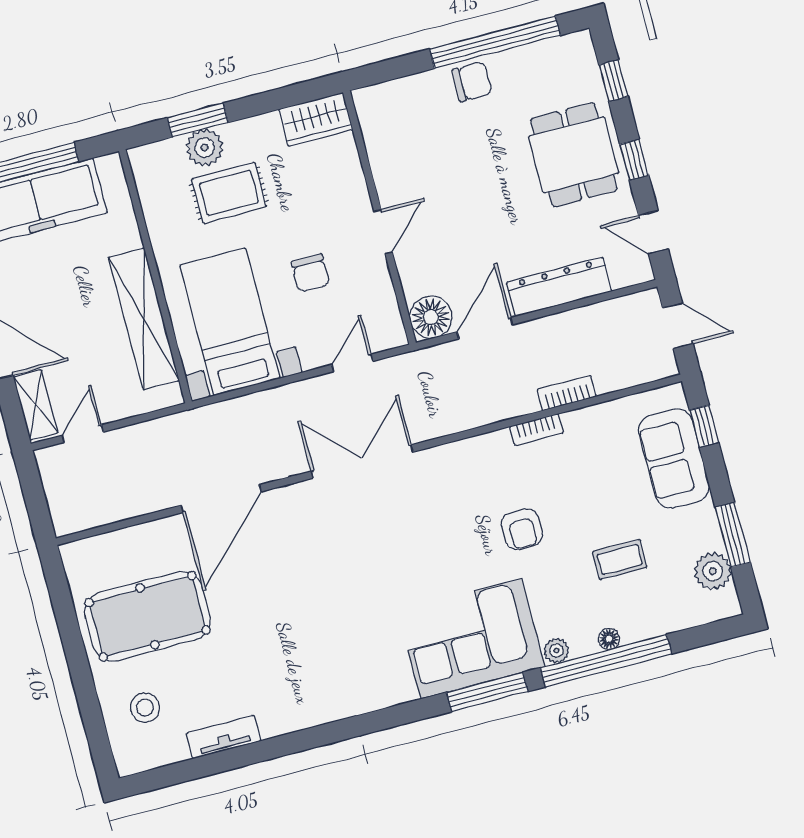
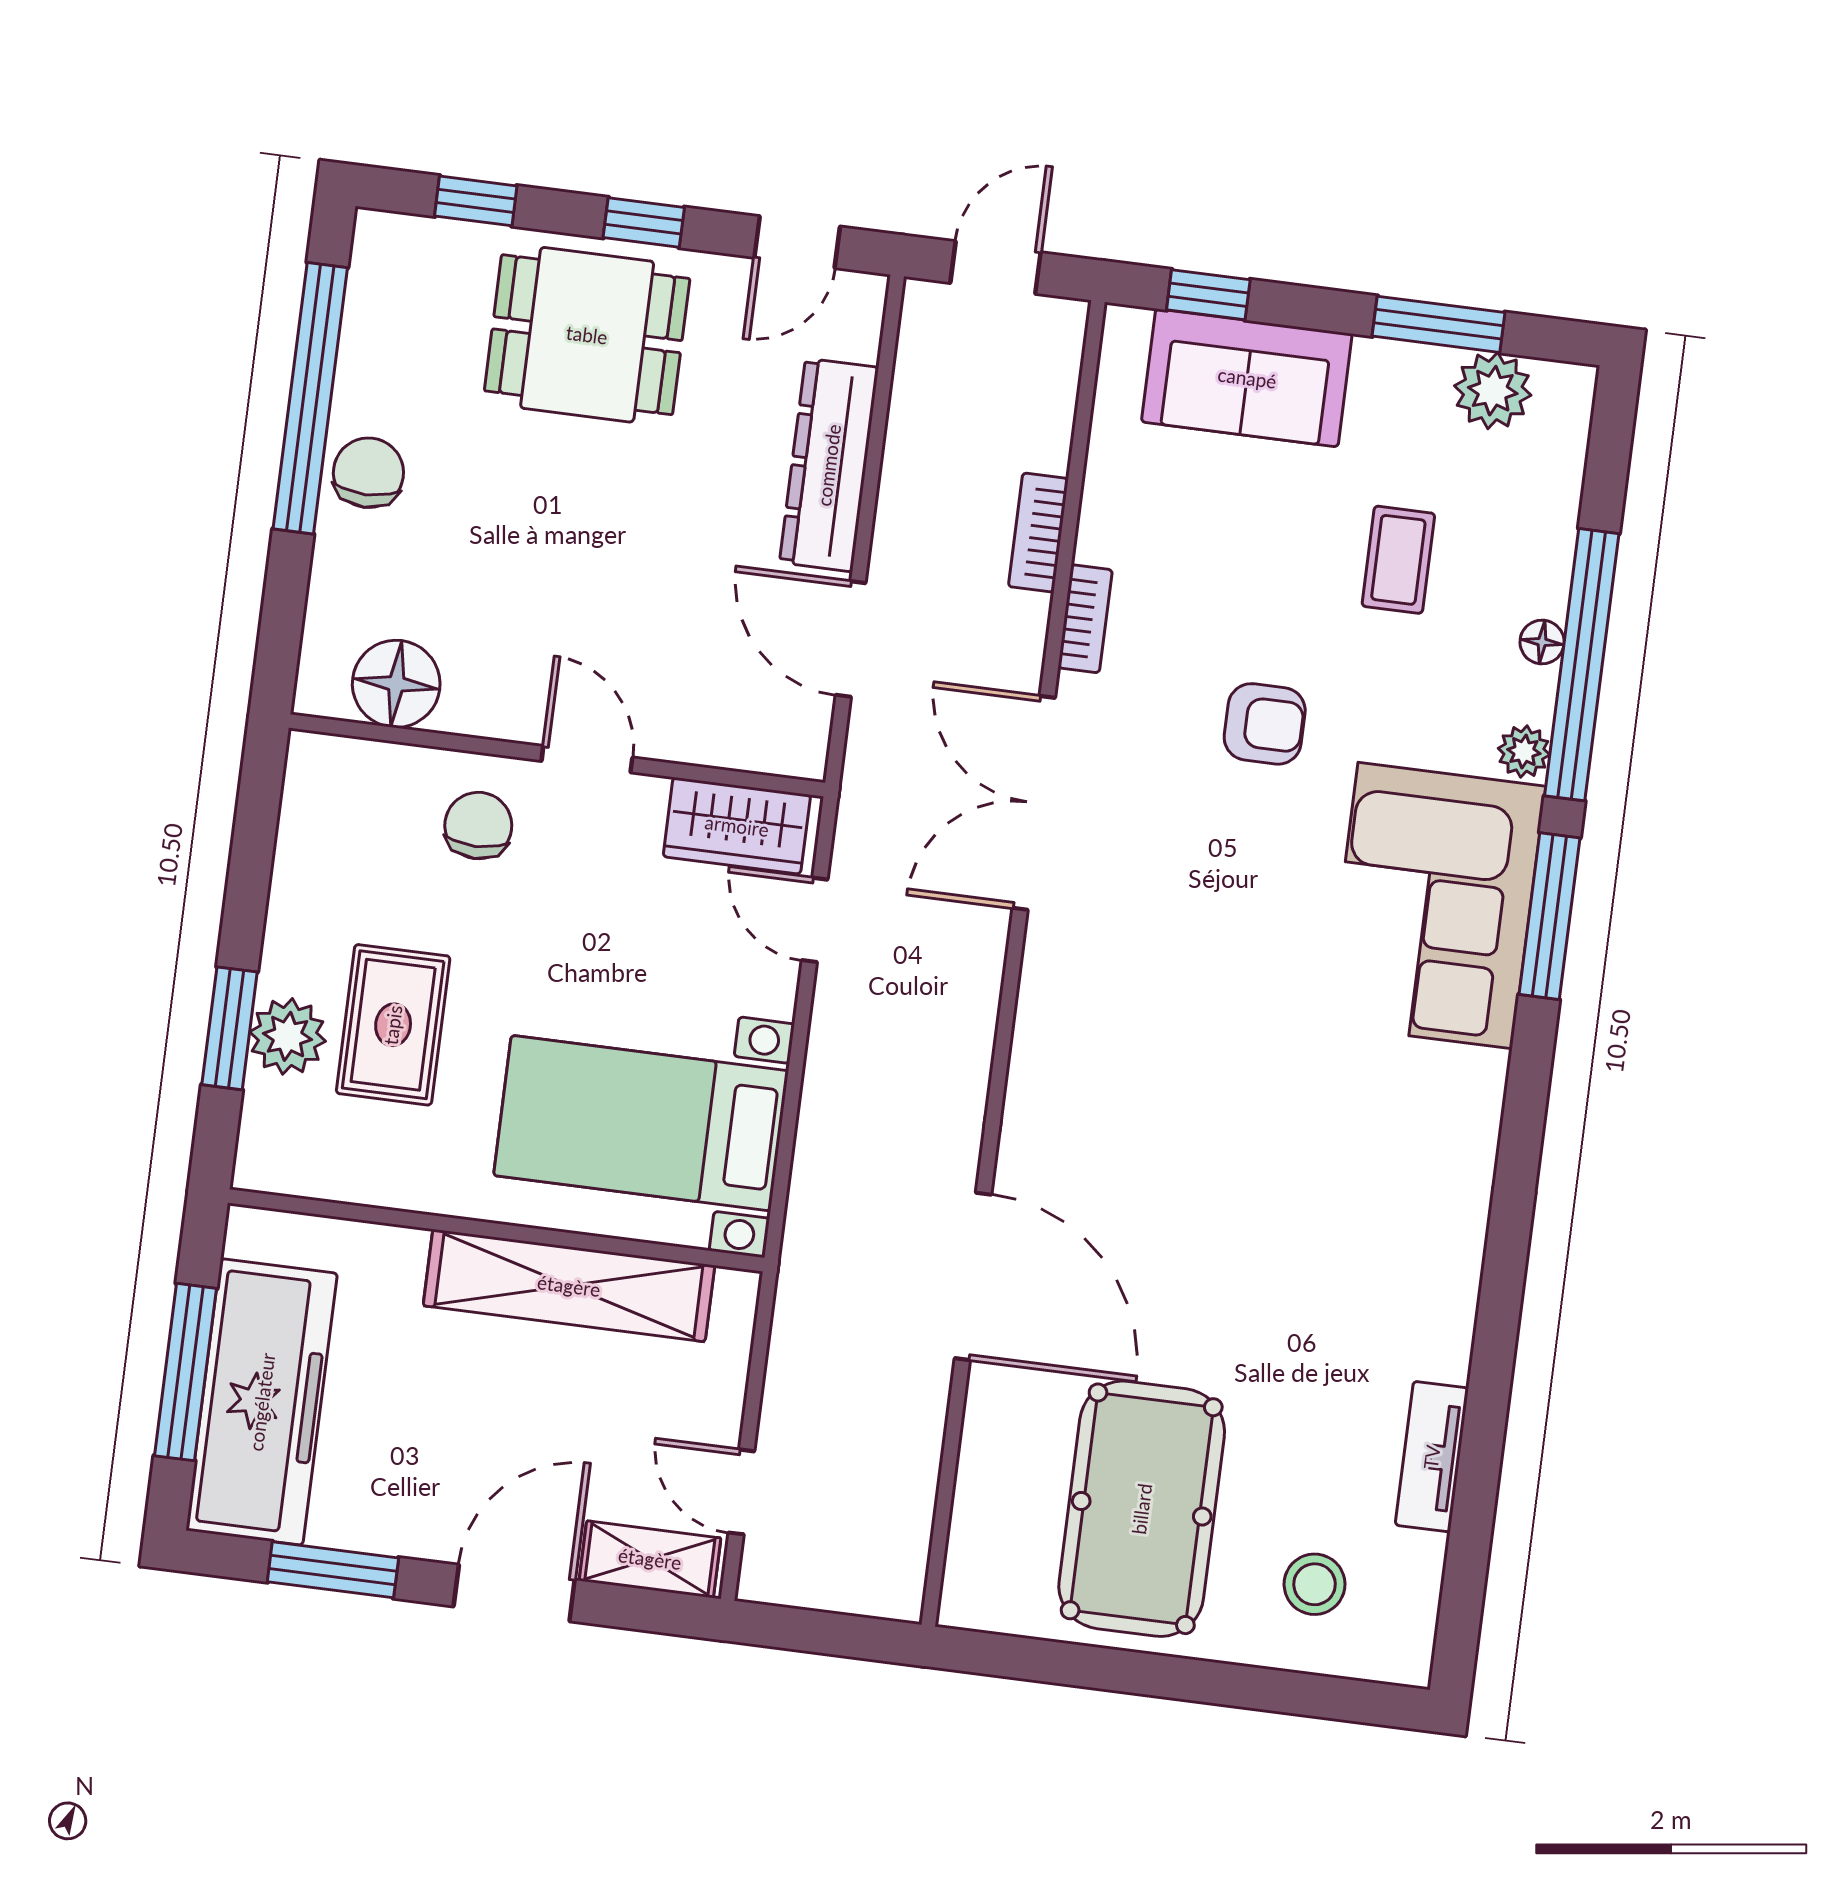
wardrobe: (316, 119) -> (737, 826), moved, turned 90
chair: (311, 273) -> (478, 826), moved, turned -90
floor lamp: (431, 317) -> (396, 684), moved
double door: (362, 462) -> (1034, 803), moved

